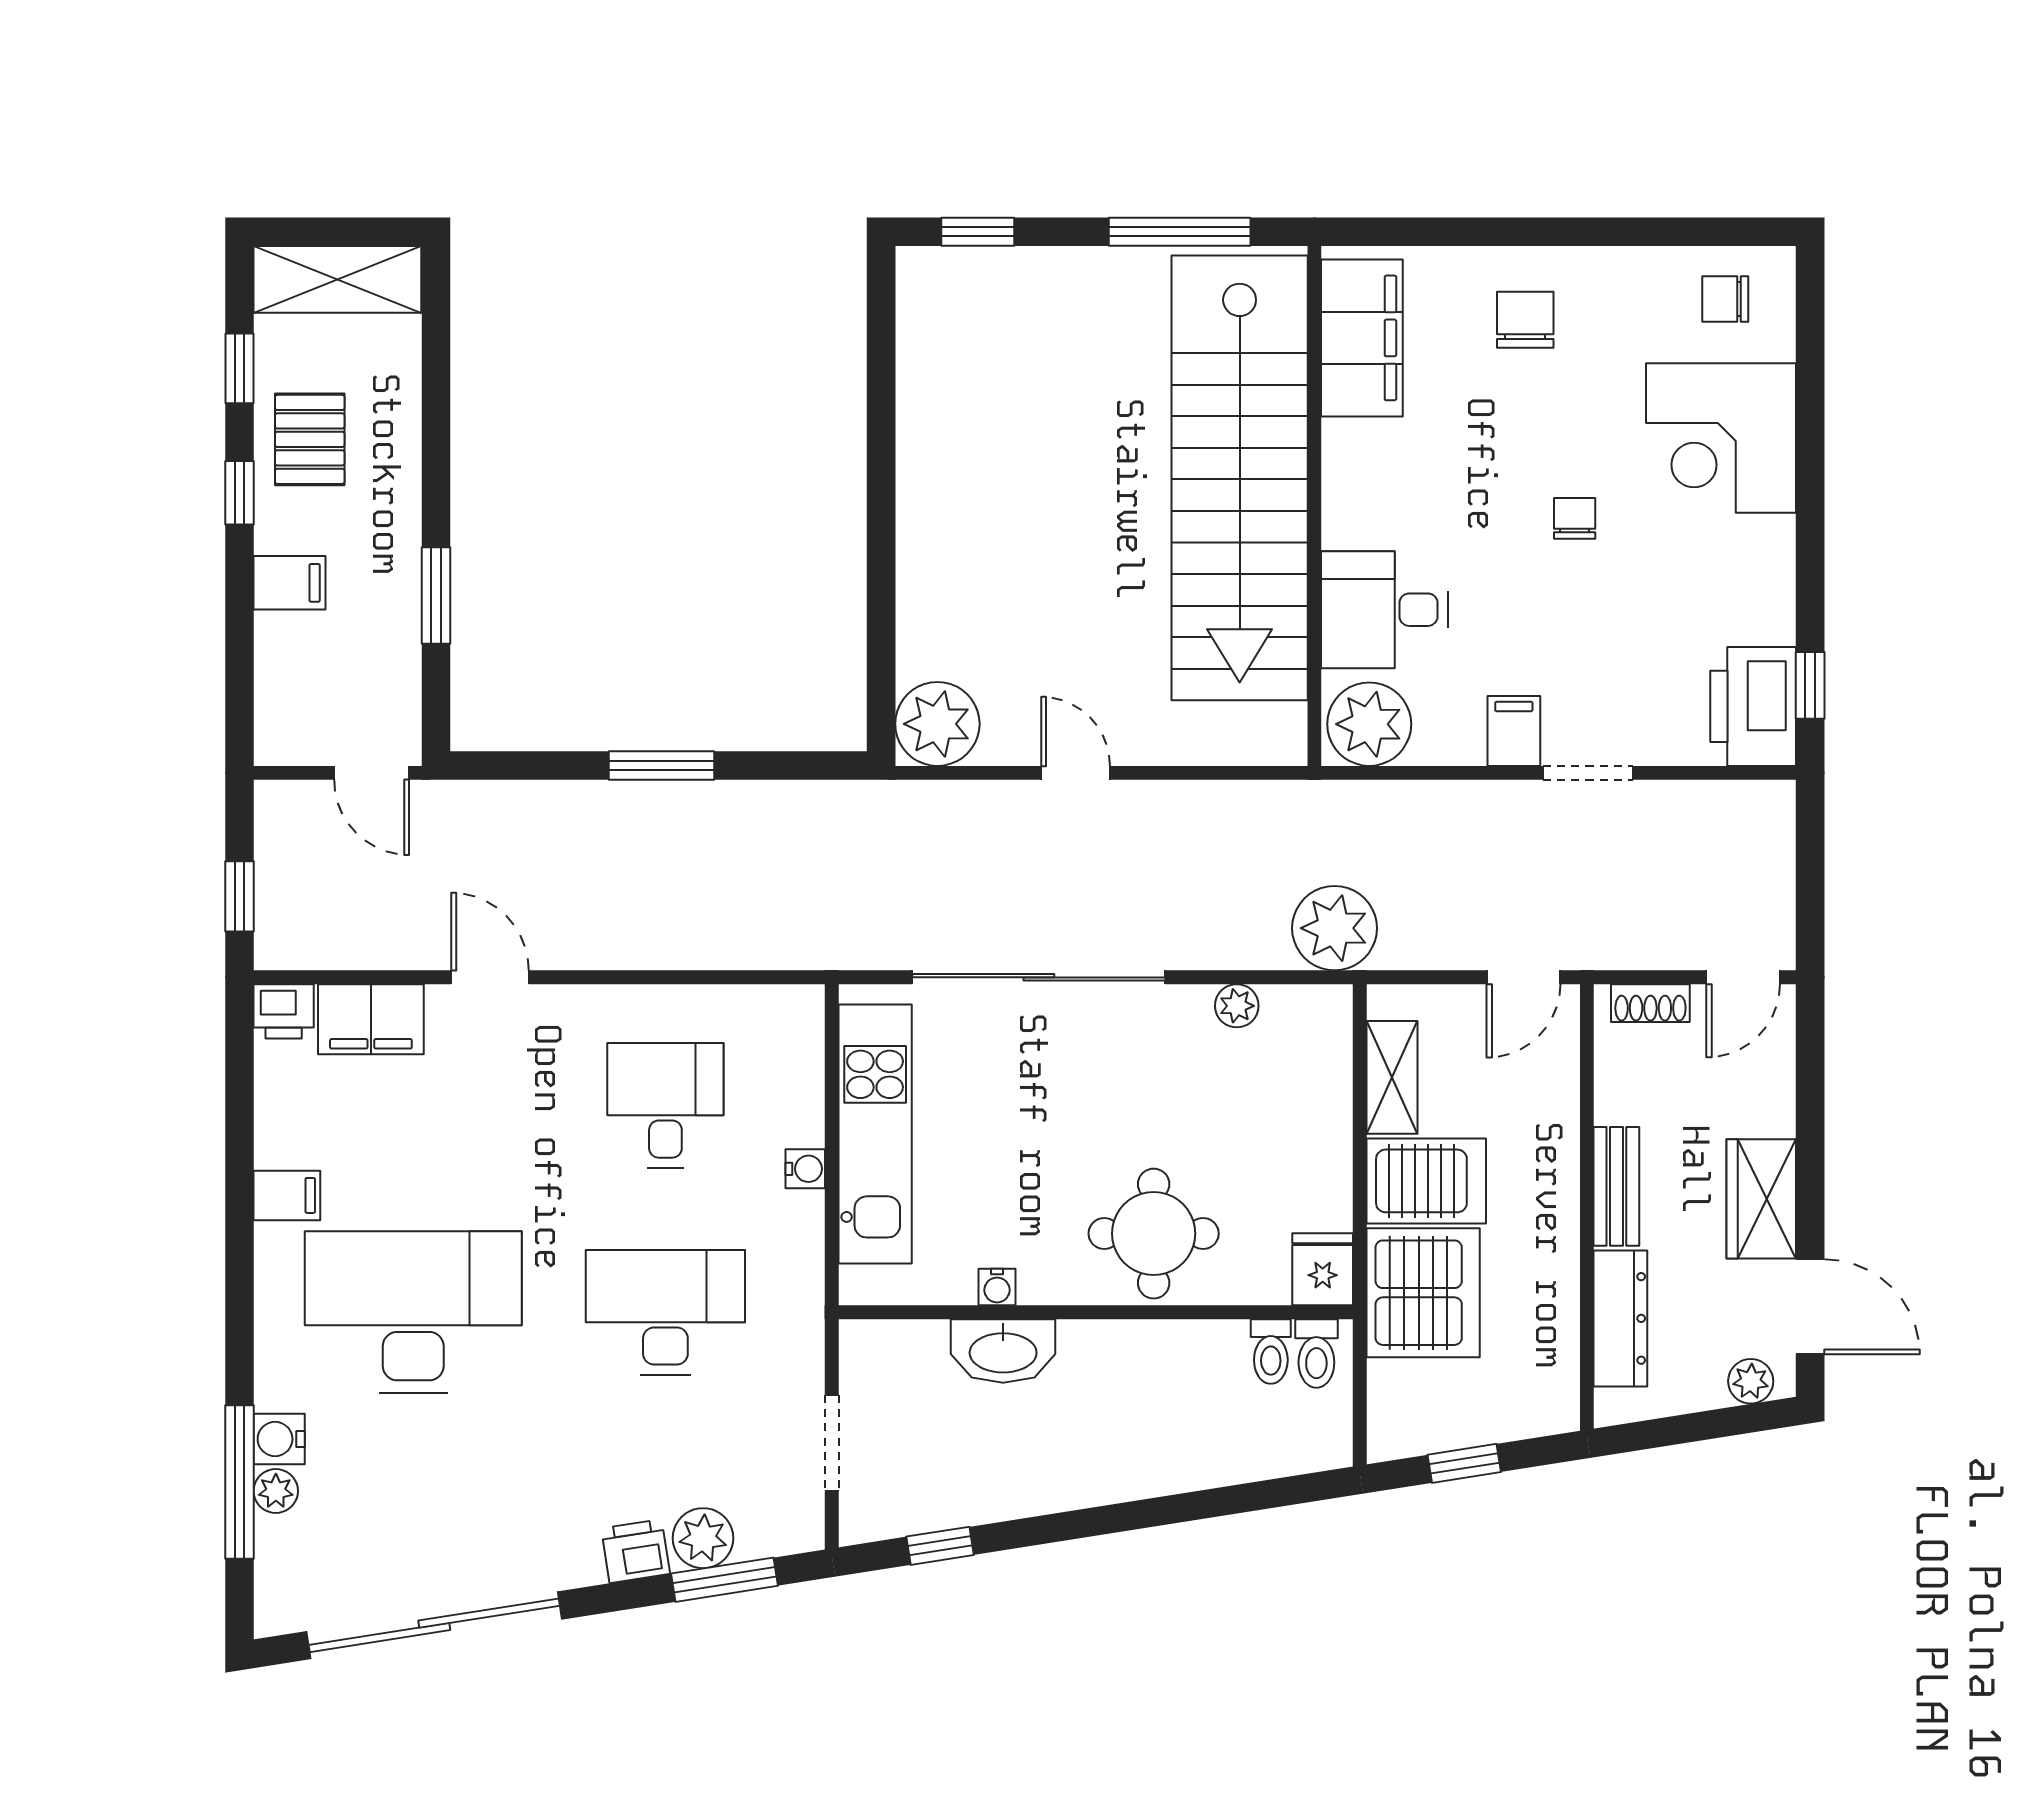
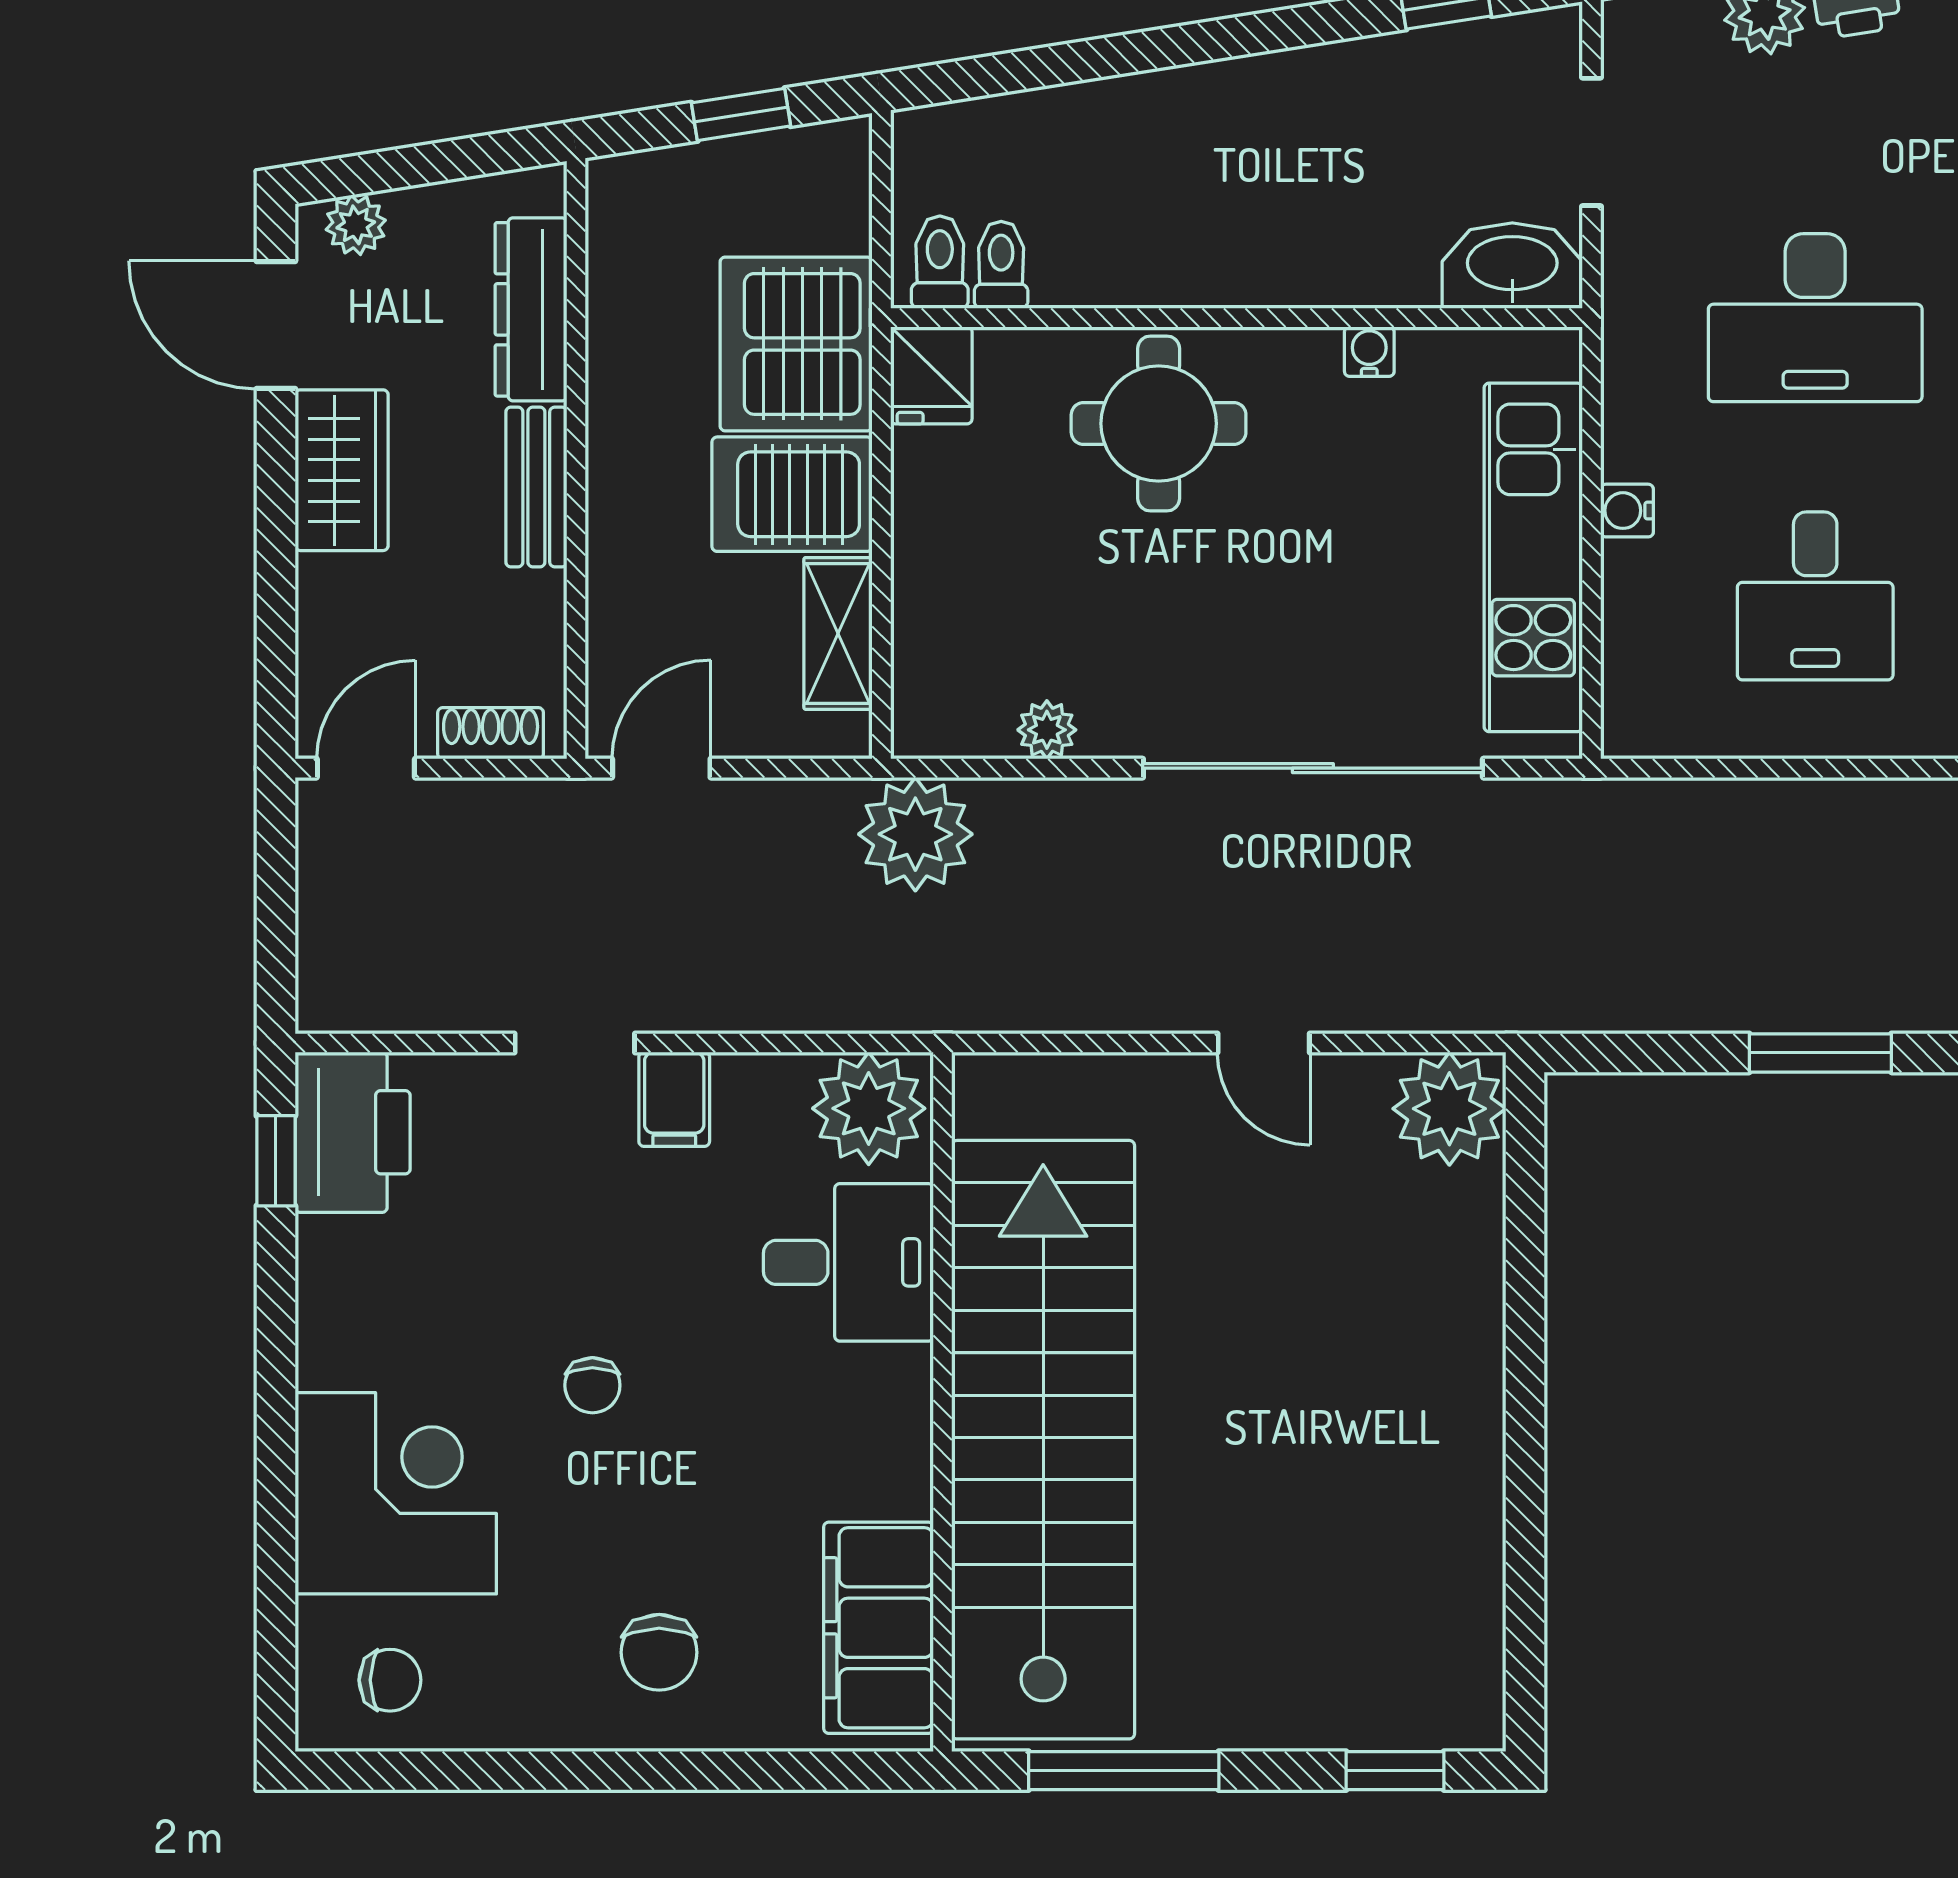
washbasin: (1003, 1351) -> (1512, 266), moved

